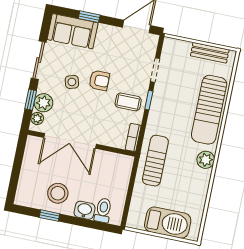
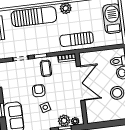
double door: (70, 141) -> (81, 83), moved

